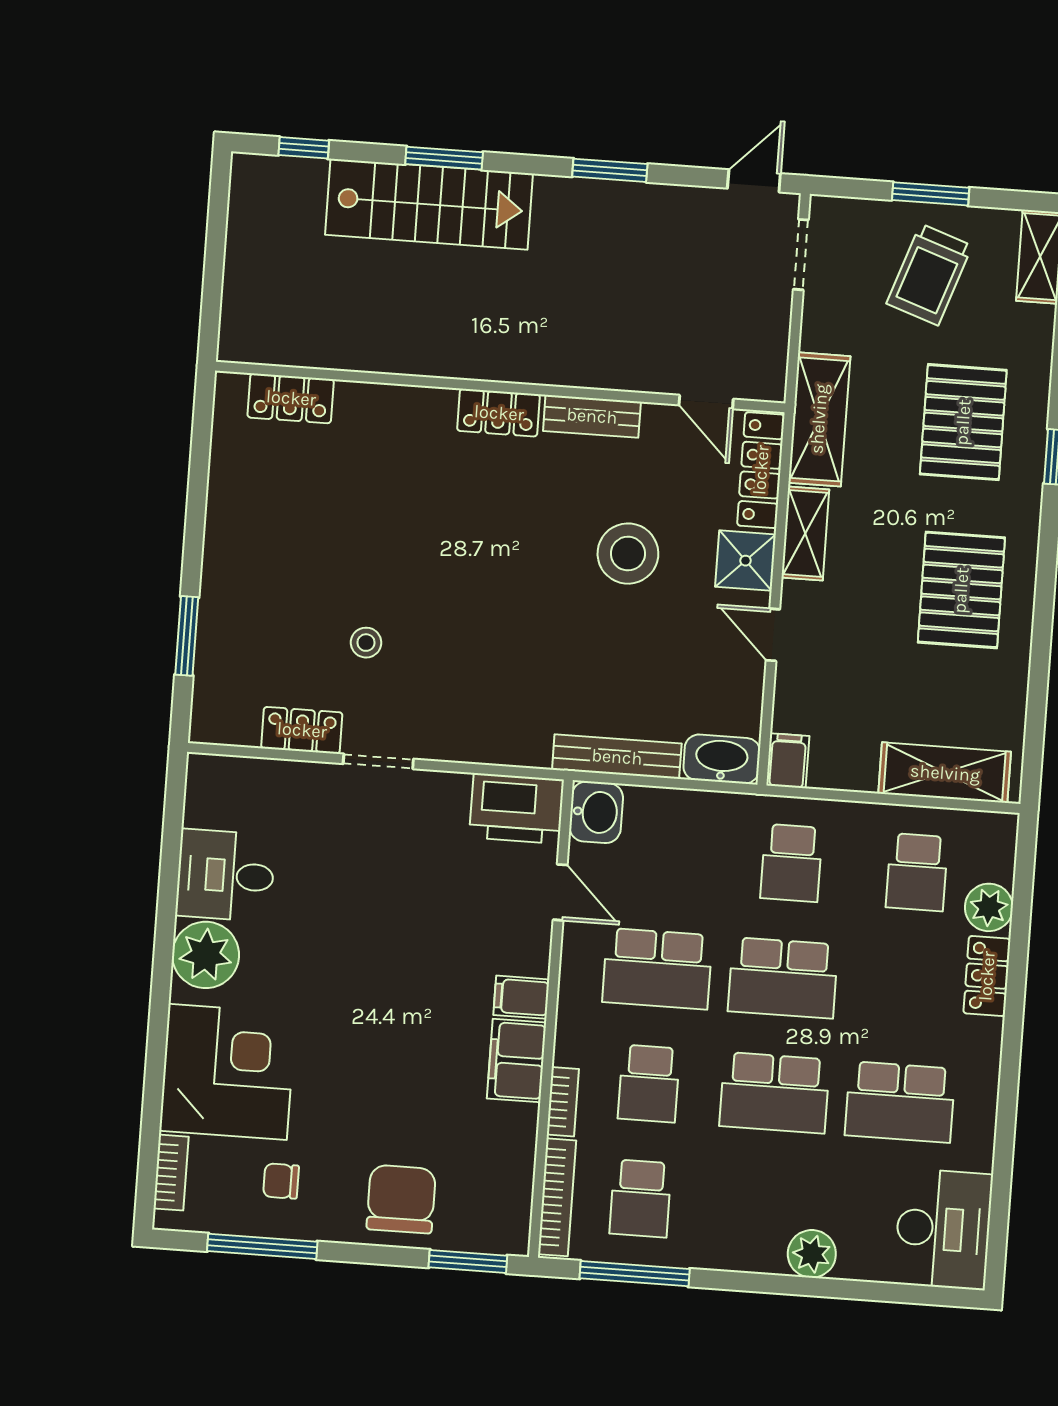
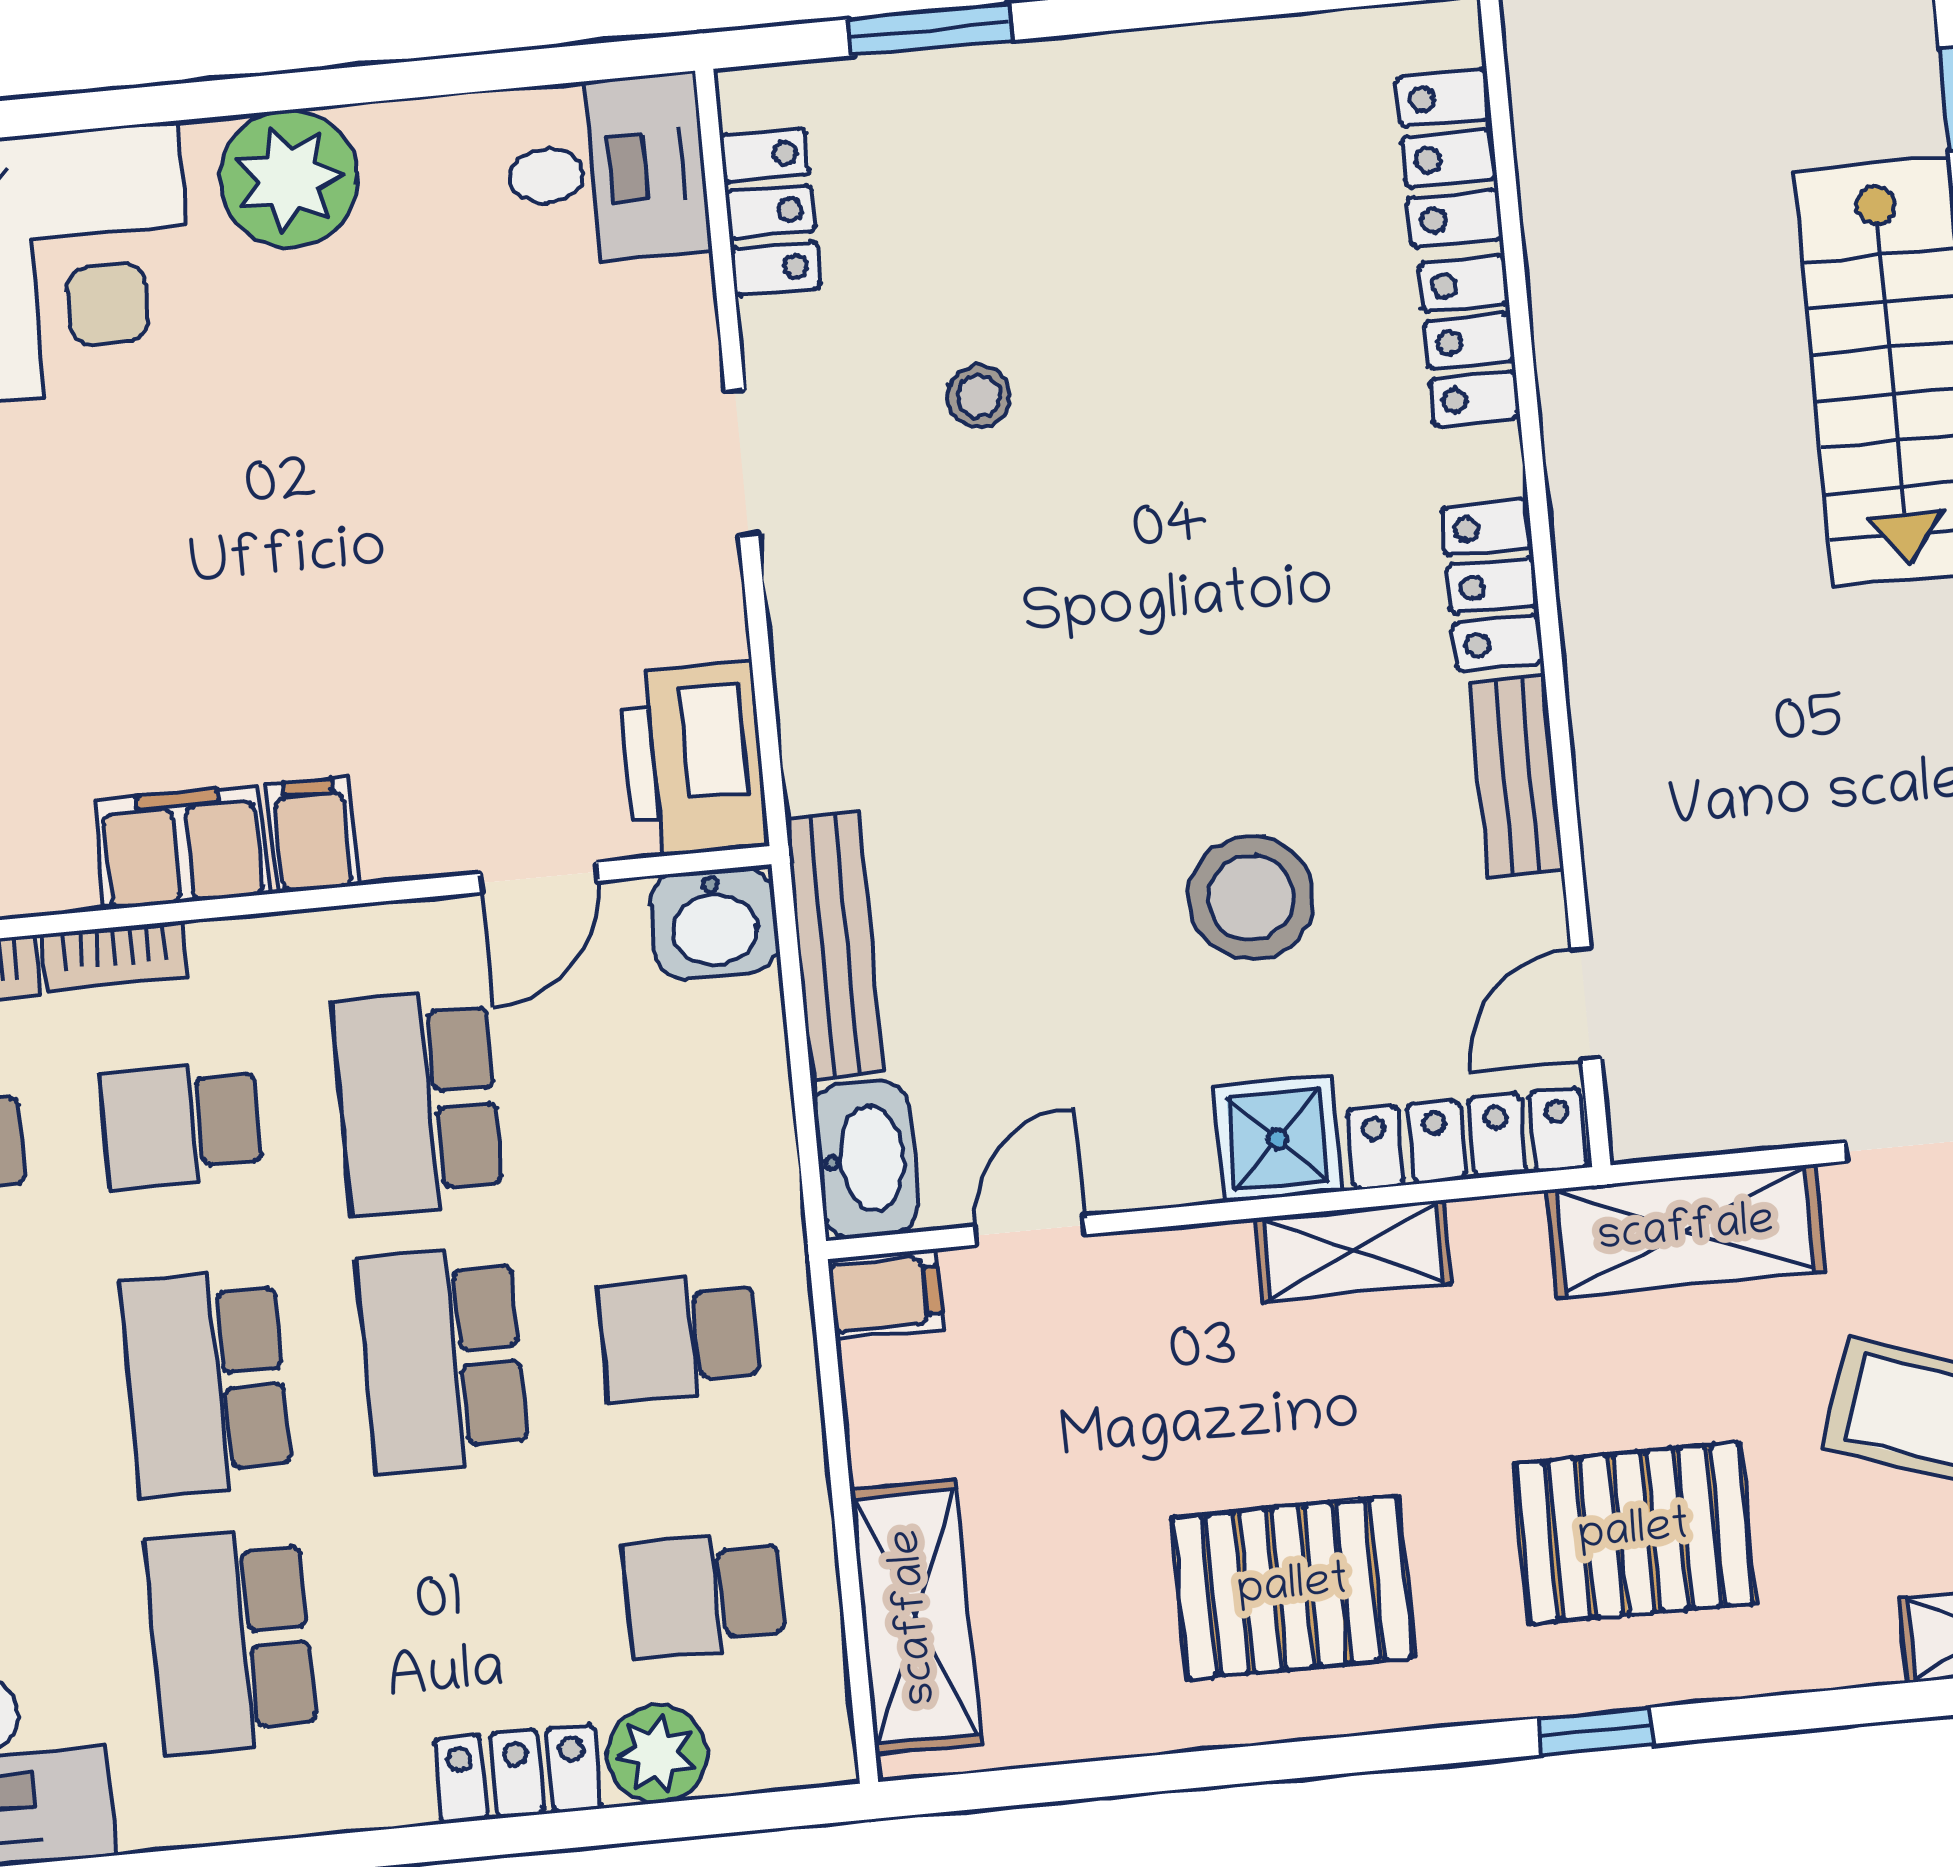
locker: (380, 404) -> (1469, 341), added
shelving: (819, 419) -> (1686, 1231), moved
door: (773, 635) -> (1030, 1230), moved
locker: (302, 730) -> (770, 212), moved
desk: (225, 875) -> (607, 170), moved, turned 90

